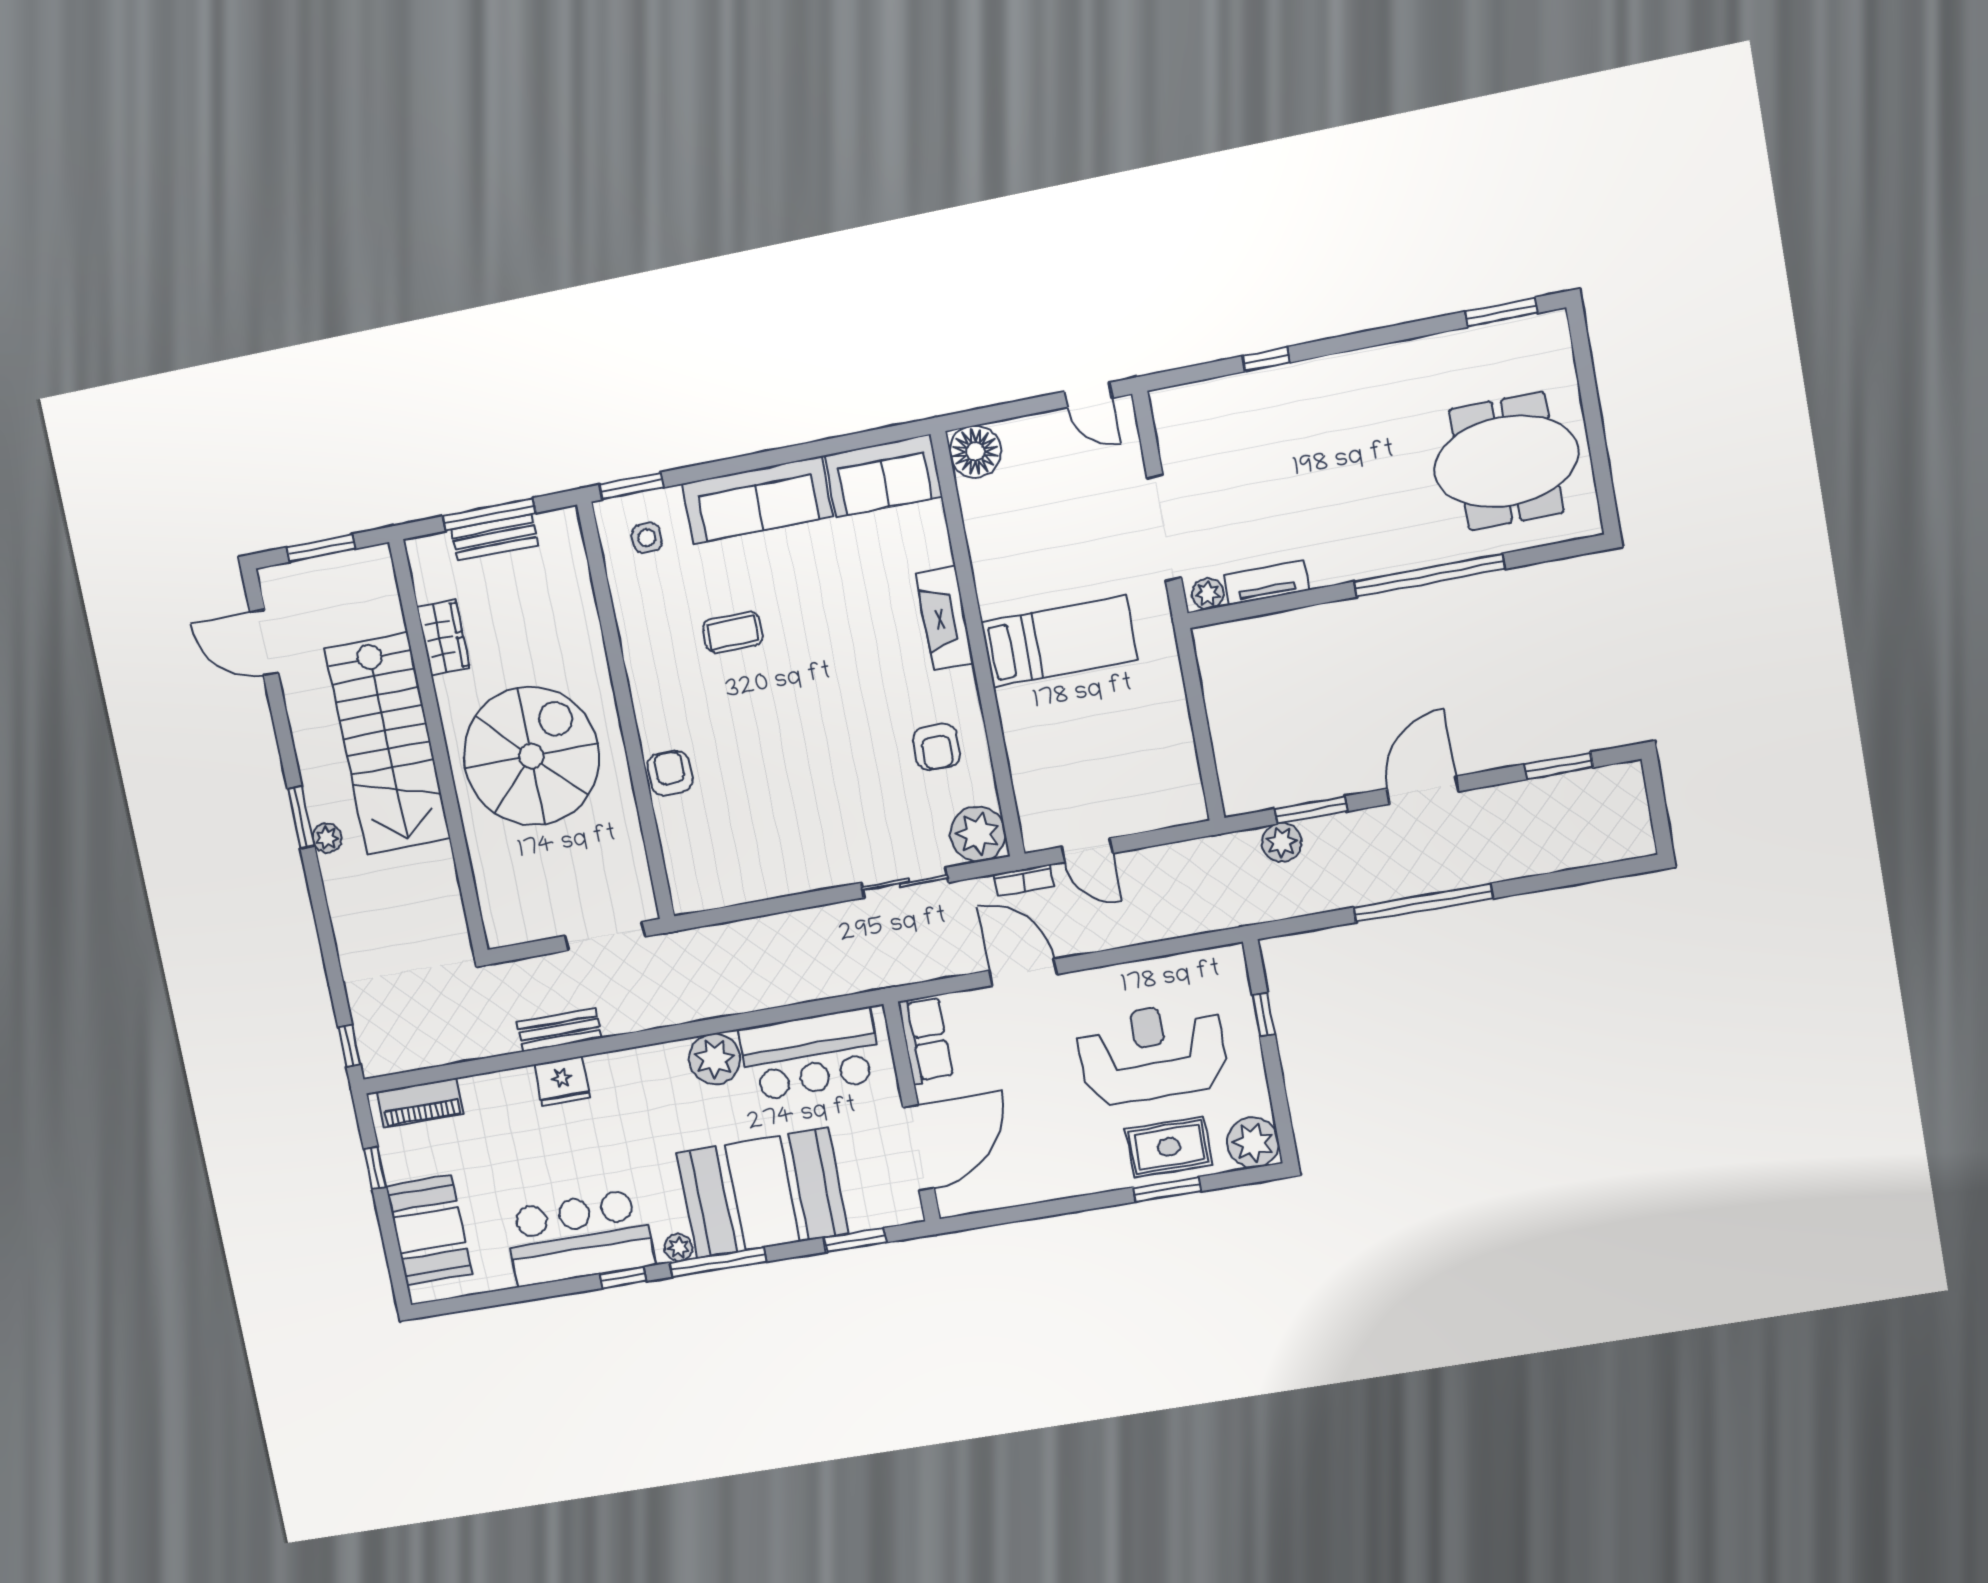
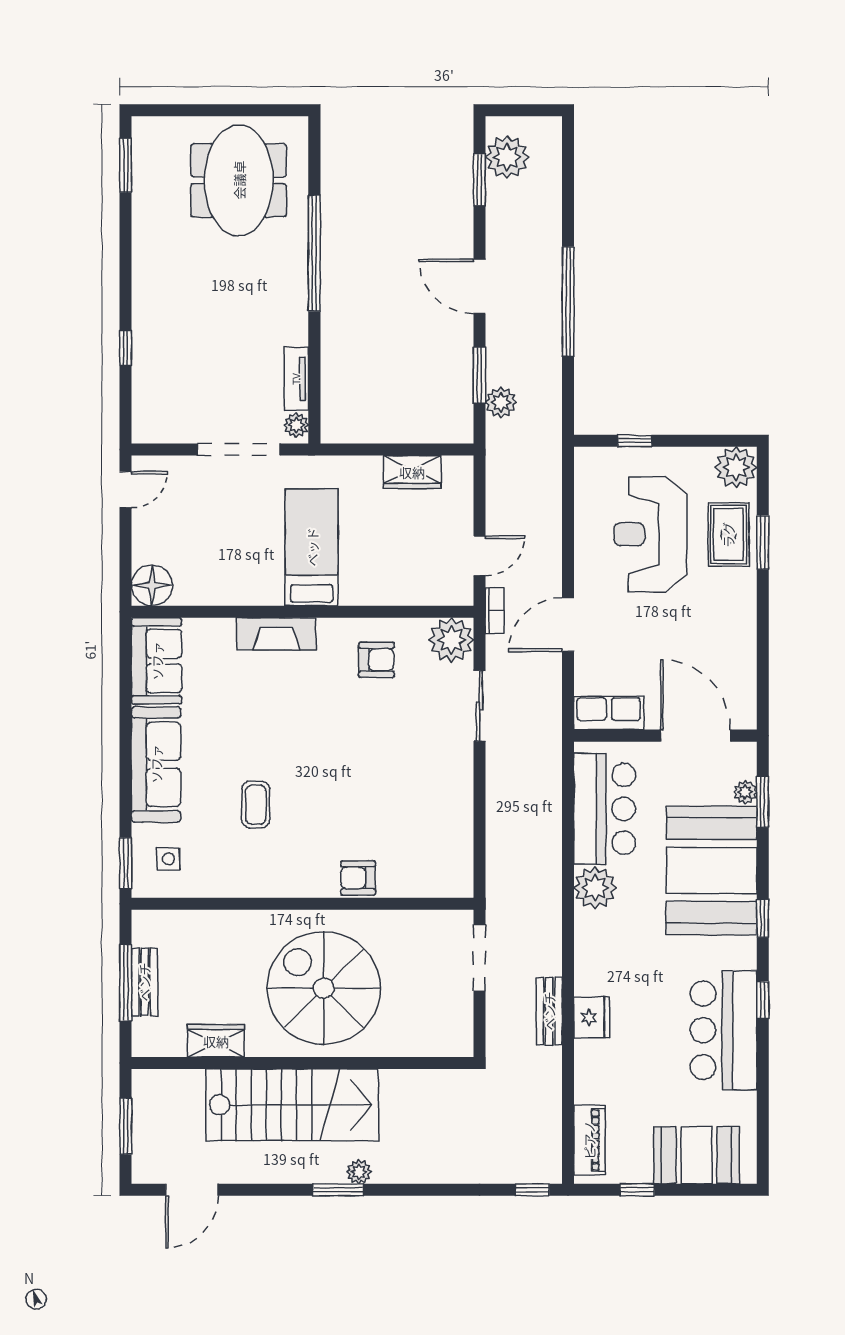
wardrobe: (1175, 749) -> (412, 472), added
plant: (1594, 795) -> (507, 157), added
plant: (678, 1248) -> (745, 792), moved
window: (718, 1262) -> (763, 919), width x0.46

